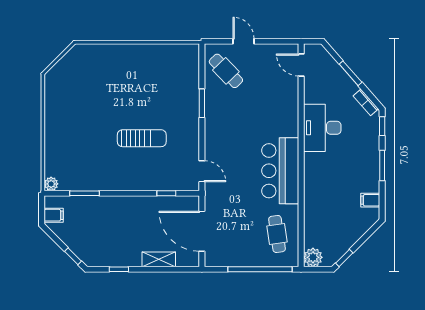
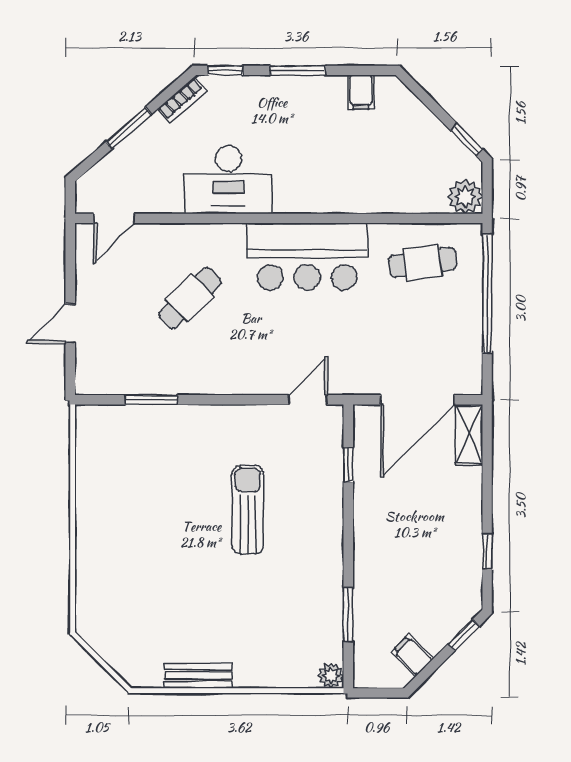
cafe table: (226, 71) -> (190, 298), moved
window: (202, 103) -> (151, 400), moved
bench: (51, 111) -> (198, 675), added
filing cabinet: (54, 215) -> (412, 655), moved, turned -45
shelving: (159, 259) -> (469, 435), moved

